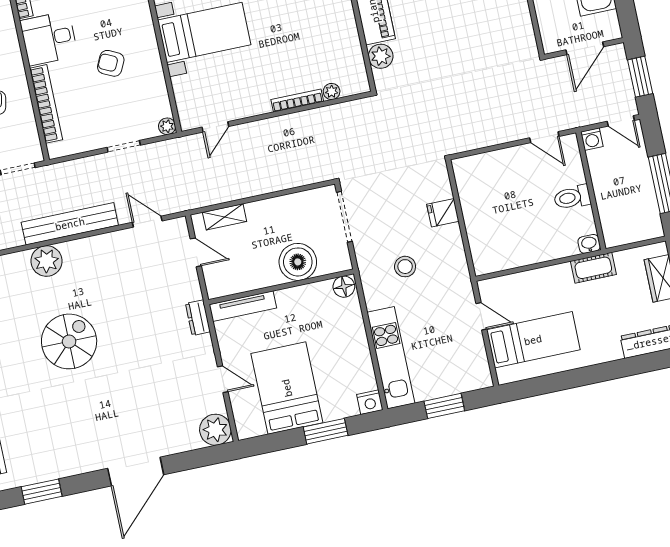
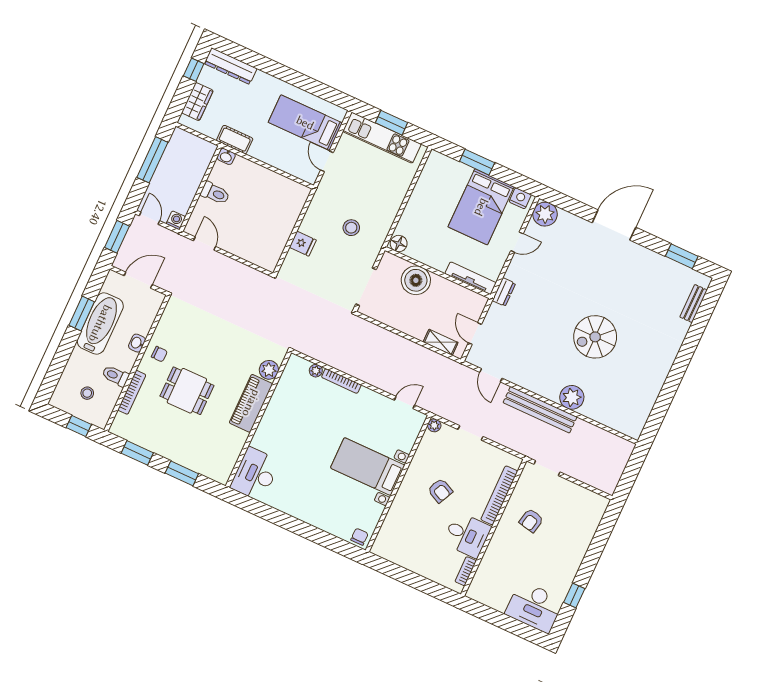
kitchen unit: (391, 358) -> (382, 138), moved, turned -90
door: (223, 379) -> (517, 242), swing flipped
nightstand: (370, 402) -> (520, 198), moved

